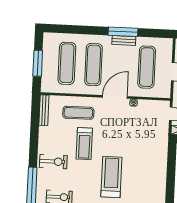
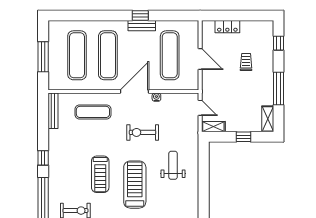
window: (123, 32) -> (140, 16), width x0.46
treadmill: (84, 144) -> (100, 174), moved
window: (34, 150) -> (43, 158), added
exercise bike: (53, 162) -> (143, 132), moved, turned 180
weight bench: (145, 162) -> (173, 165), added

